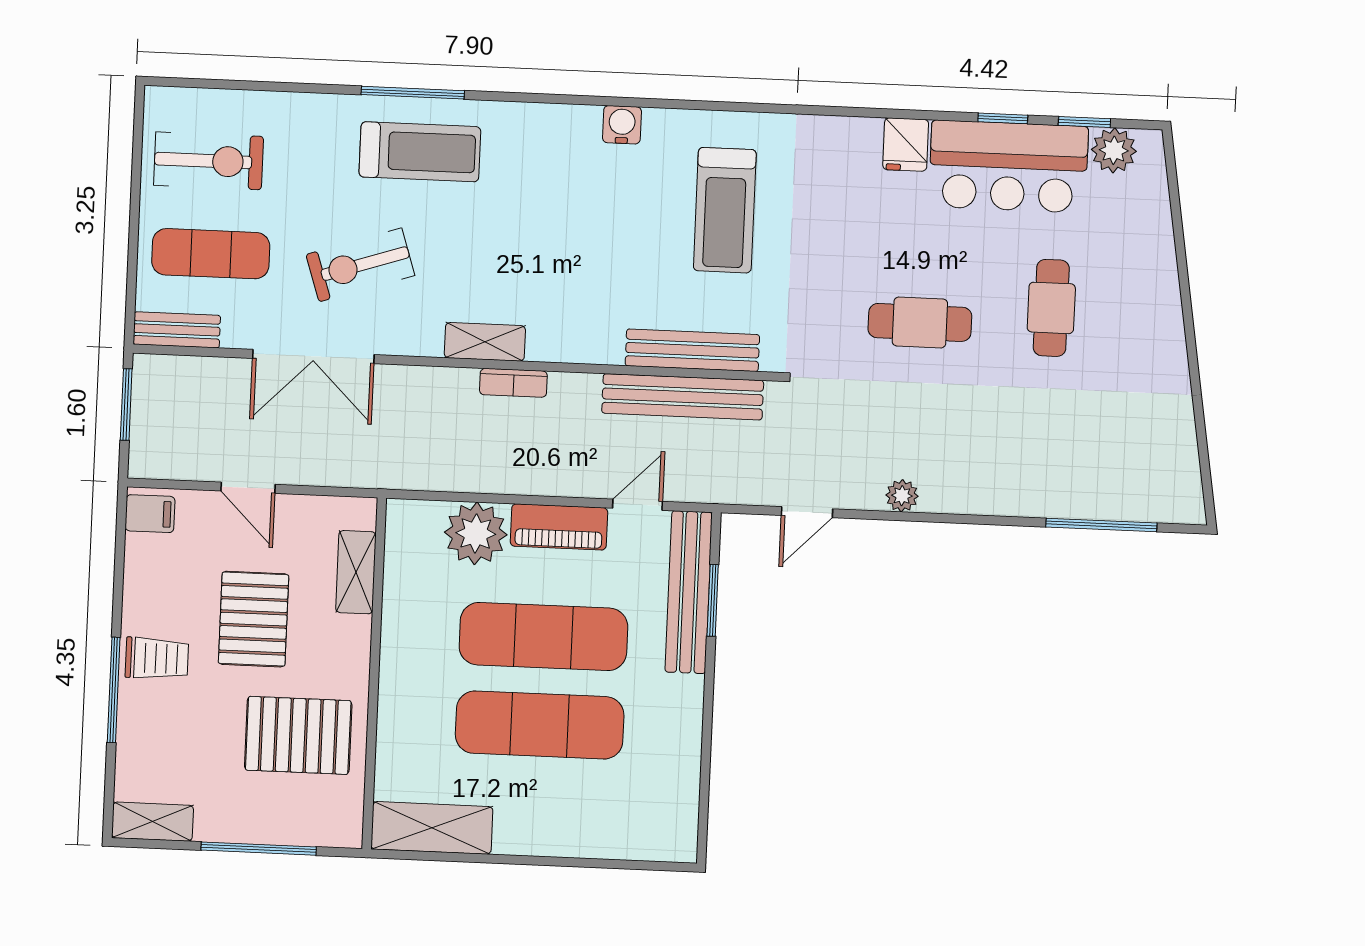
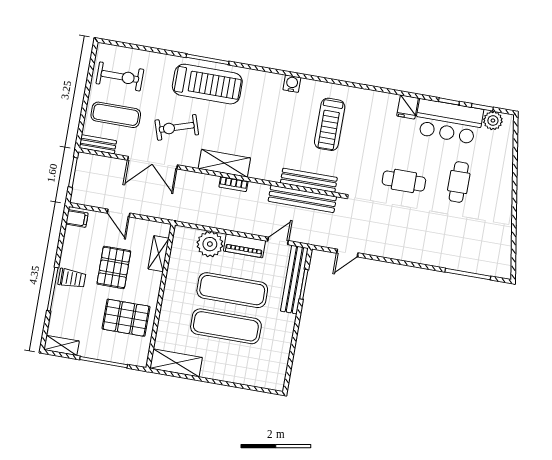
treadmill: (420, 152) -> (207, 84), width x1.37, depth x1.38
shelving: (485, 342) -> (224, 163), width x1.50, depth x1.33
plant: (902, 496) -> (387, 251), removed

